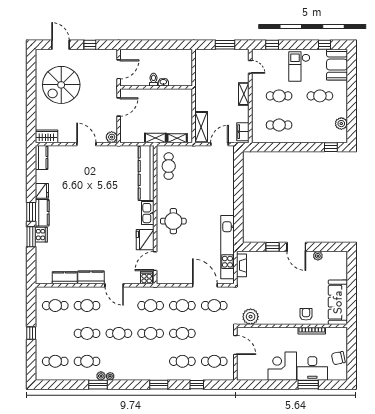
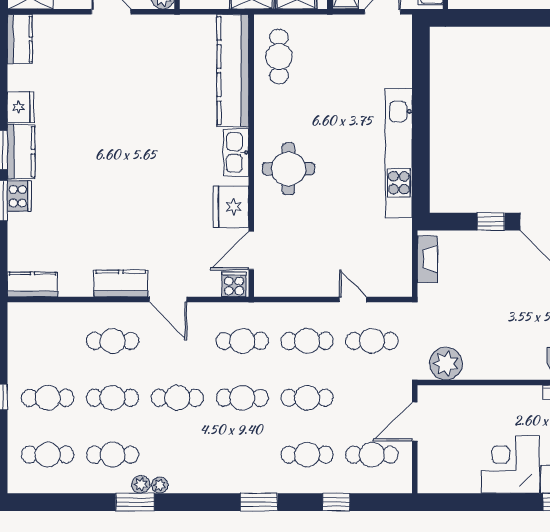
kitchen unit: (227, 247) -> (399, 153), moved
kitchen counter: (65, 278) -> (32, 284), moved
door: (205, 285) -> (353, 300), width x0.53
cafe table: (55, 306) -> (48, 398), moved
door: (235, 345) -> (415, 421), swing flipped

